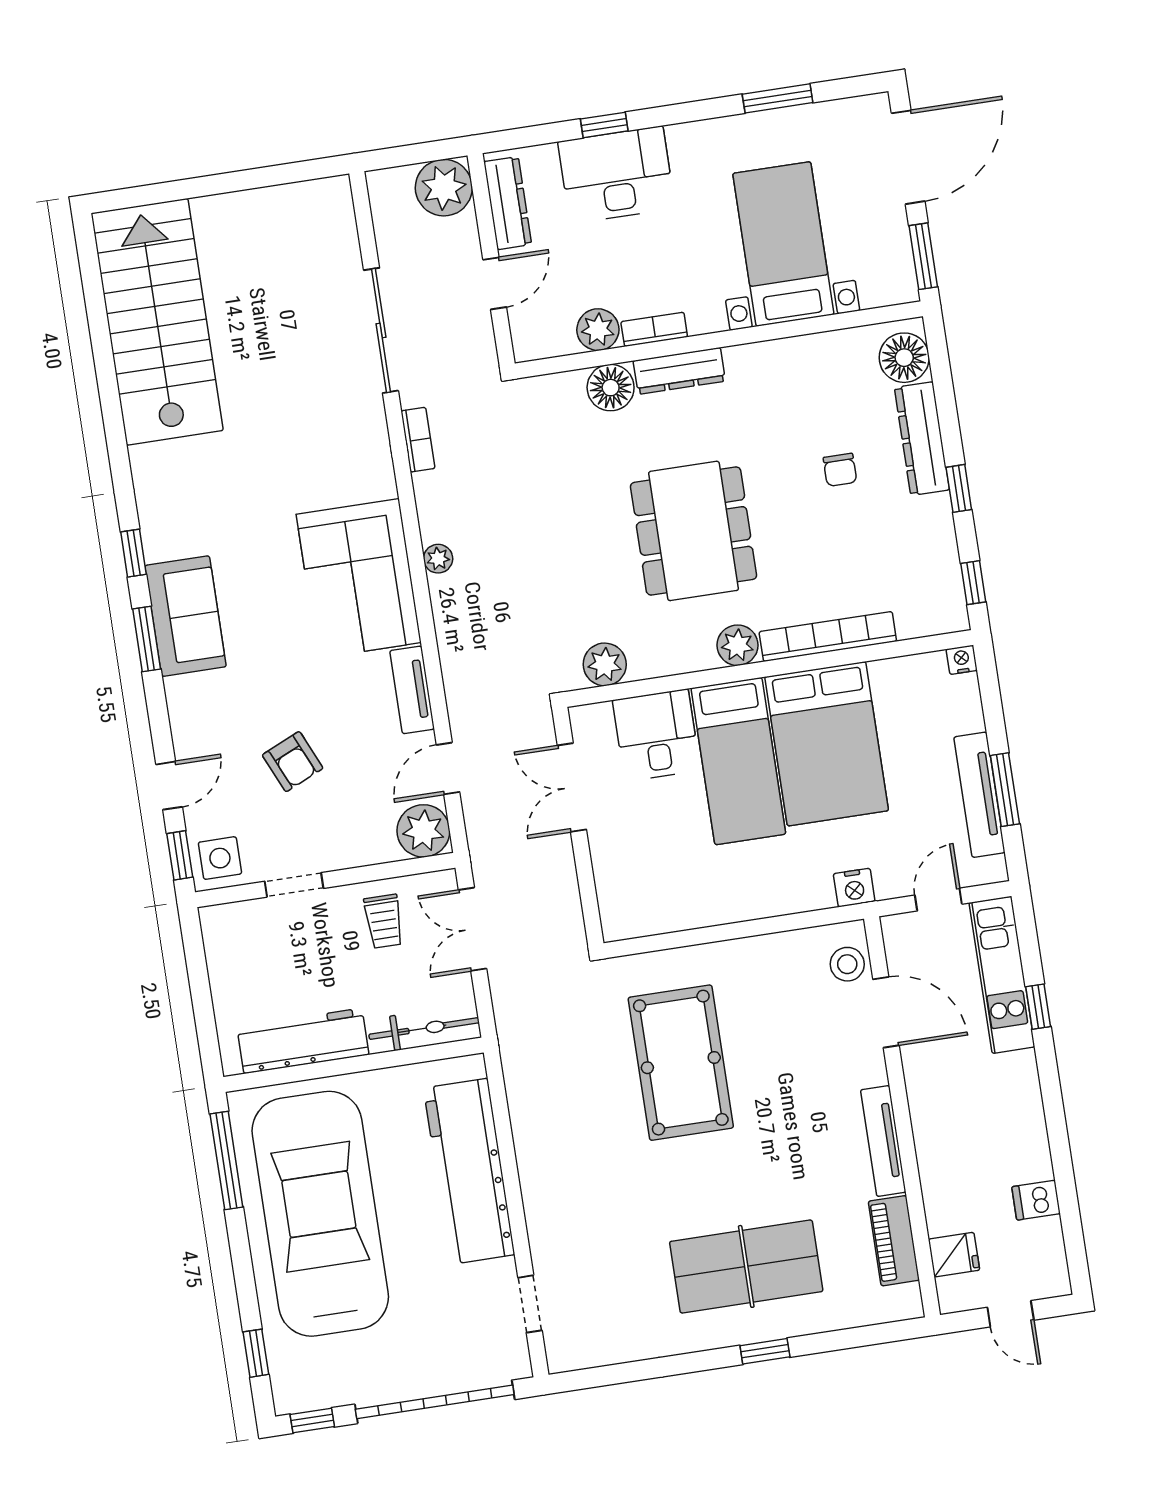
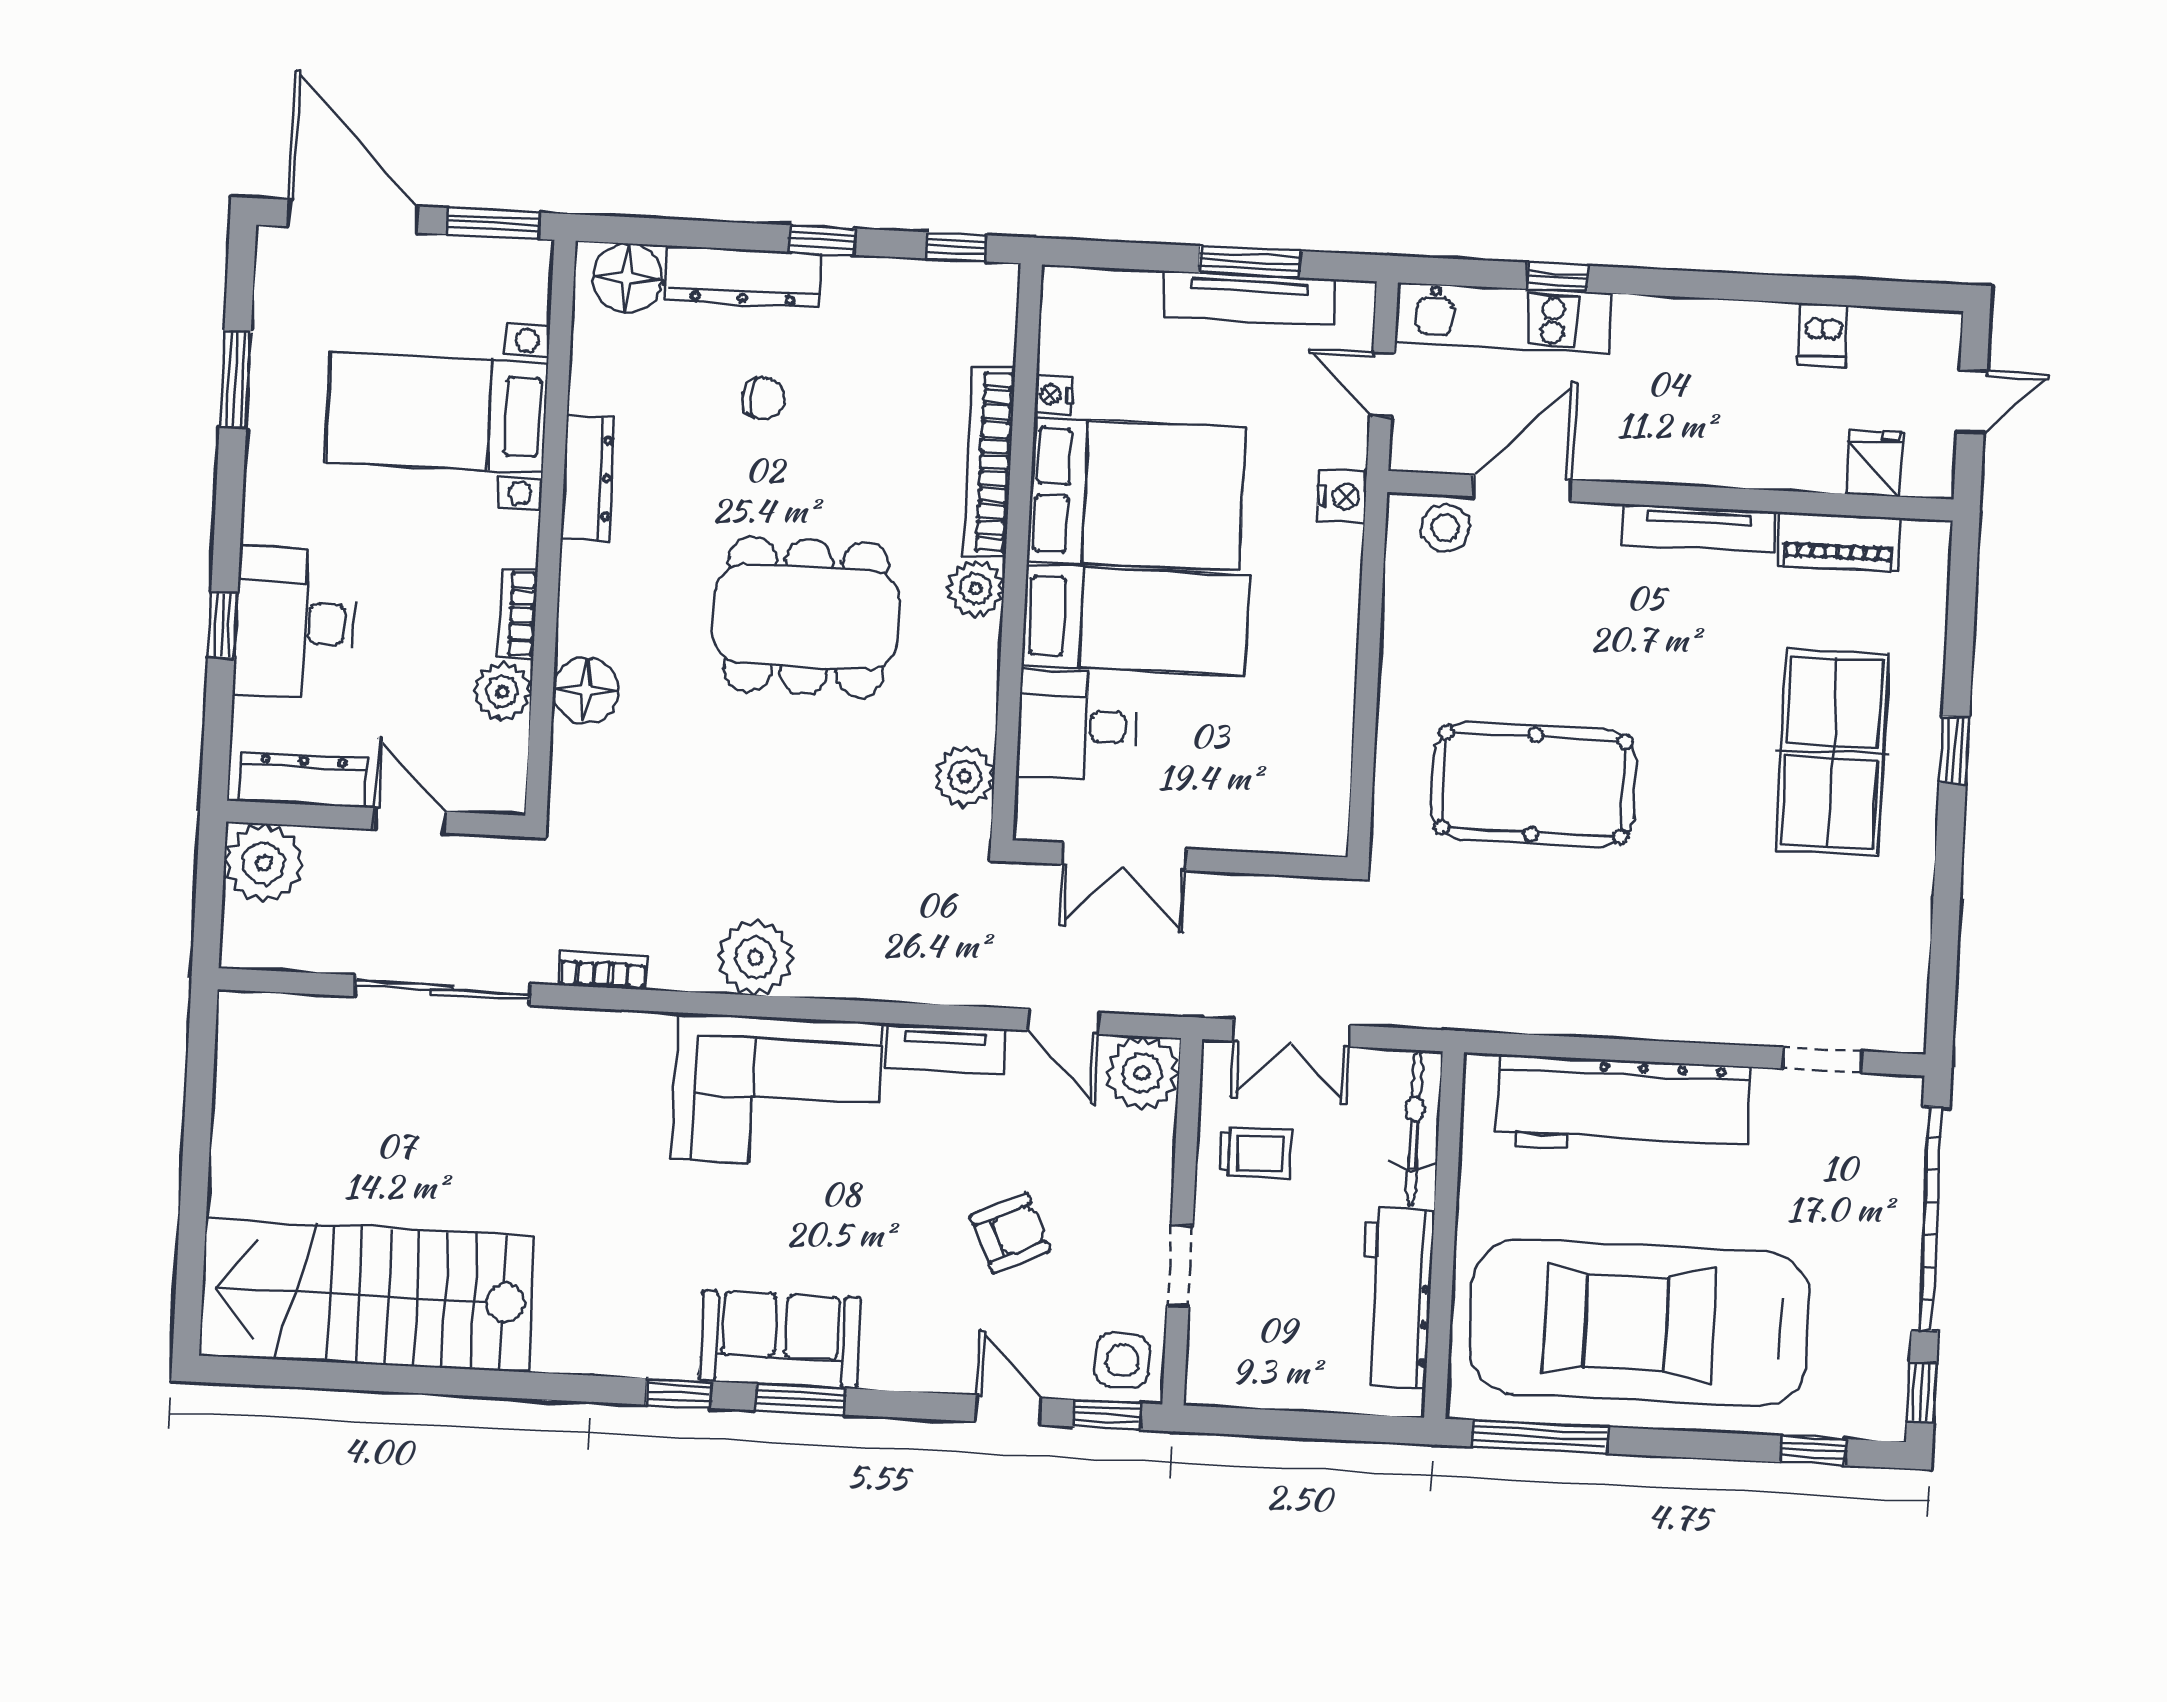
dresser: (679, 371) -> (588, 478), moved
plant: (438, 559) -> (755, 957), width x1.88, depth x1.88
nightstand: (962, 660) -> (1053, 395), moved

